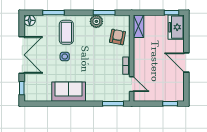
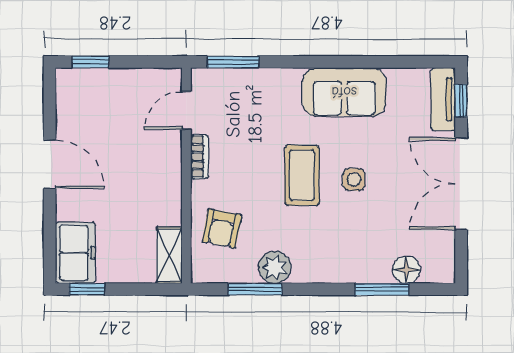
floor lamp: (30, 20) -> (406, 270), moved
coffee table: (66, 32) -> (302, 175), moved
door: (132, 84) -> (186, 110), hinge flipped
tv unit: (29, 89) -> (443, 99), added

